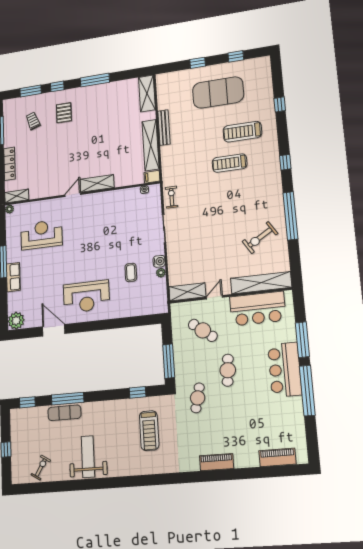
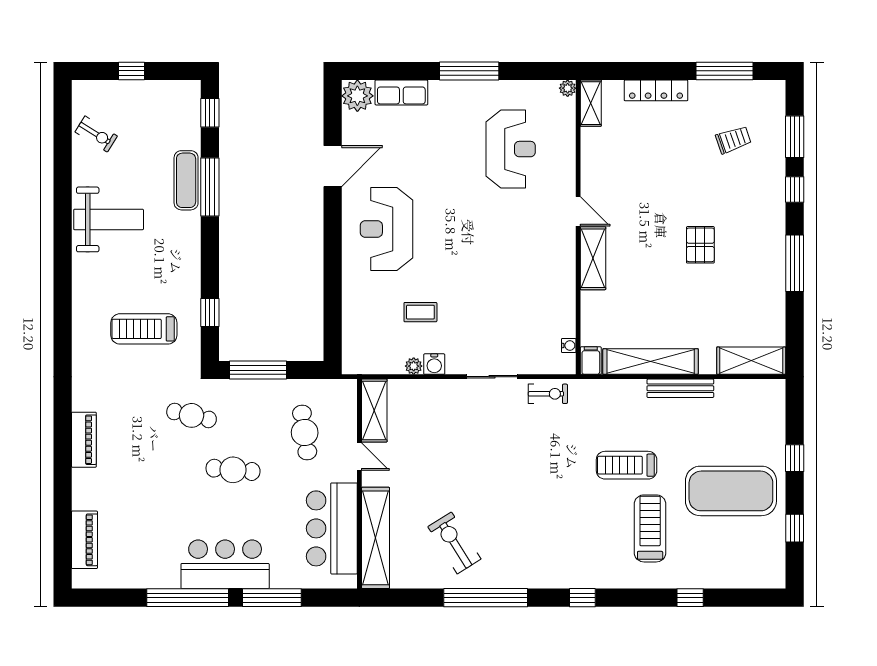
exercise mat: (218, 92) -> (731, 491), turned 90
pallet: (64, 113) -> (700, 245), moved, turned 90
treadmill: (230, 163) -> (627, 465), moved, turned -90
row of seats: (13, 277) -> (401, 92), moved
cafe table: (203, 330) -> (305, 432), turned -46

